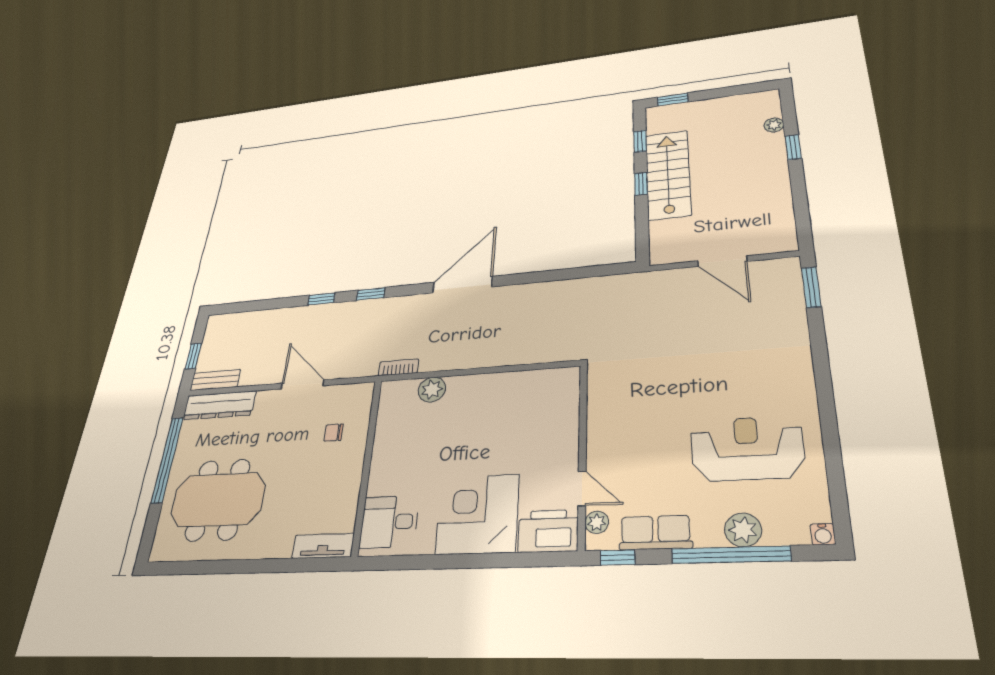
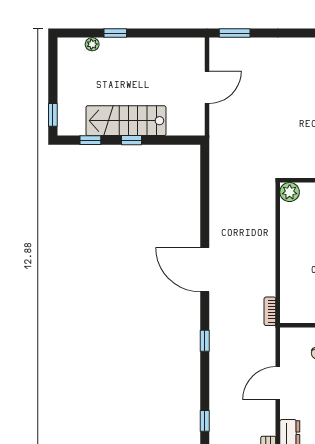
window: (321, 299) -> (205, 421), moved
plant: (432, 390) -> (290, 192), moved

